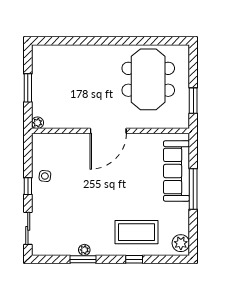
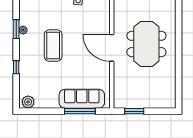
meeting table: (148, 79) -> (146, 44), moved, turned 90
window: (193, 189) -> (80, 111), moved
coffee table: (136, 232) -> (53, 45), moved

